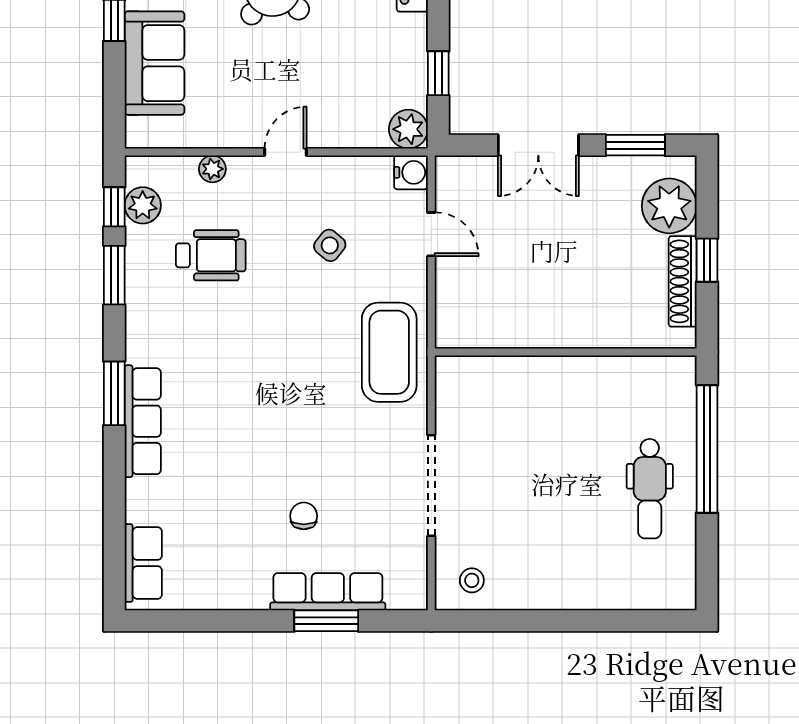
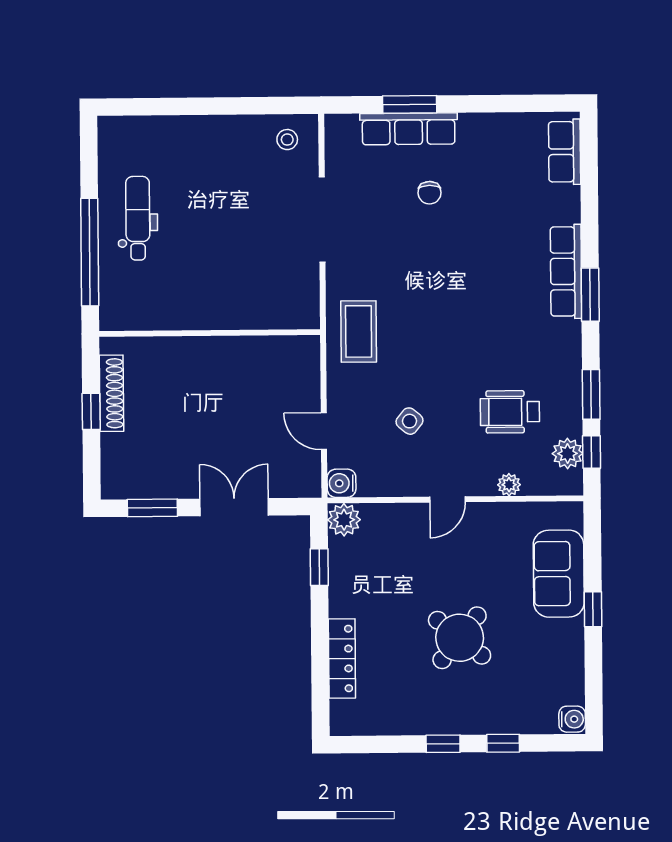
plant: (669, 206) -> (123, 457), removed
coffee table: (389, 352) -> (359, 331), width x0.73, depth x0.76

